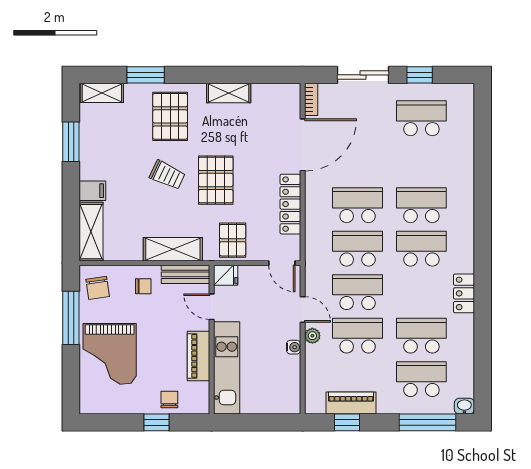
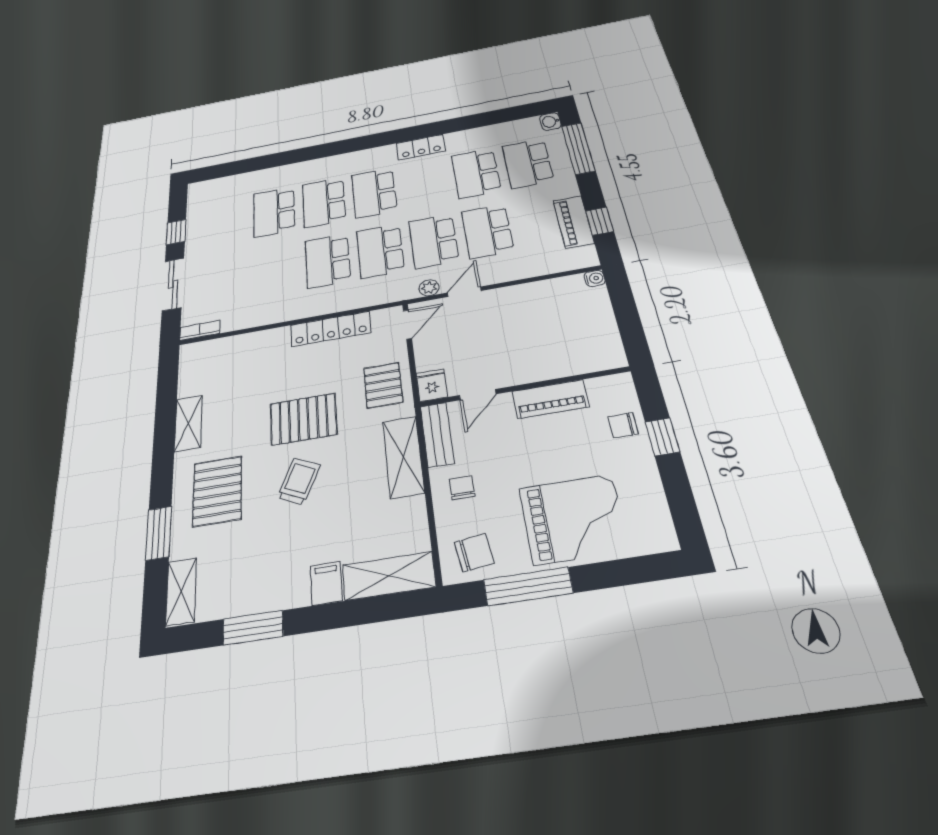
pallet: (170, 116) -> (217, 491), turned 90
school desk: (421, 118) -> (274, 212), moved
door: (303, 145) -> (256, 329), removed
pallet: (233, 240) -> (383, 385), turned 90
plant: (312, 336) -> (429, 288), moved
water cooler: (294, 347) -> (595, 278), moved, turned 90
kitchen unit: (227, 368) -> (560, 362), removed

